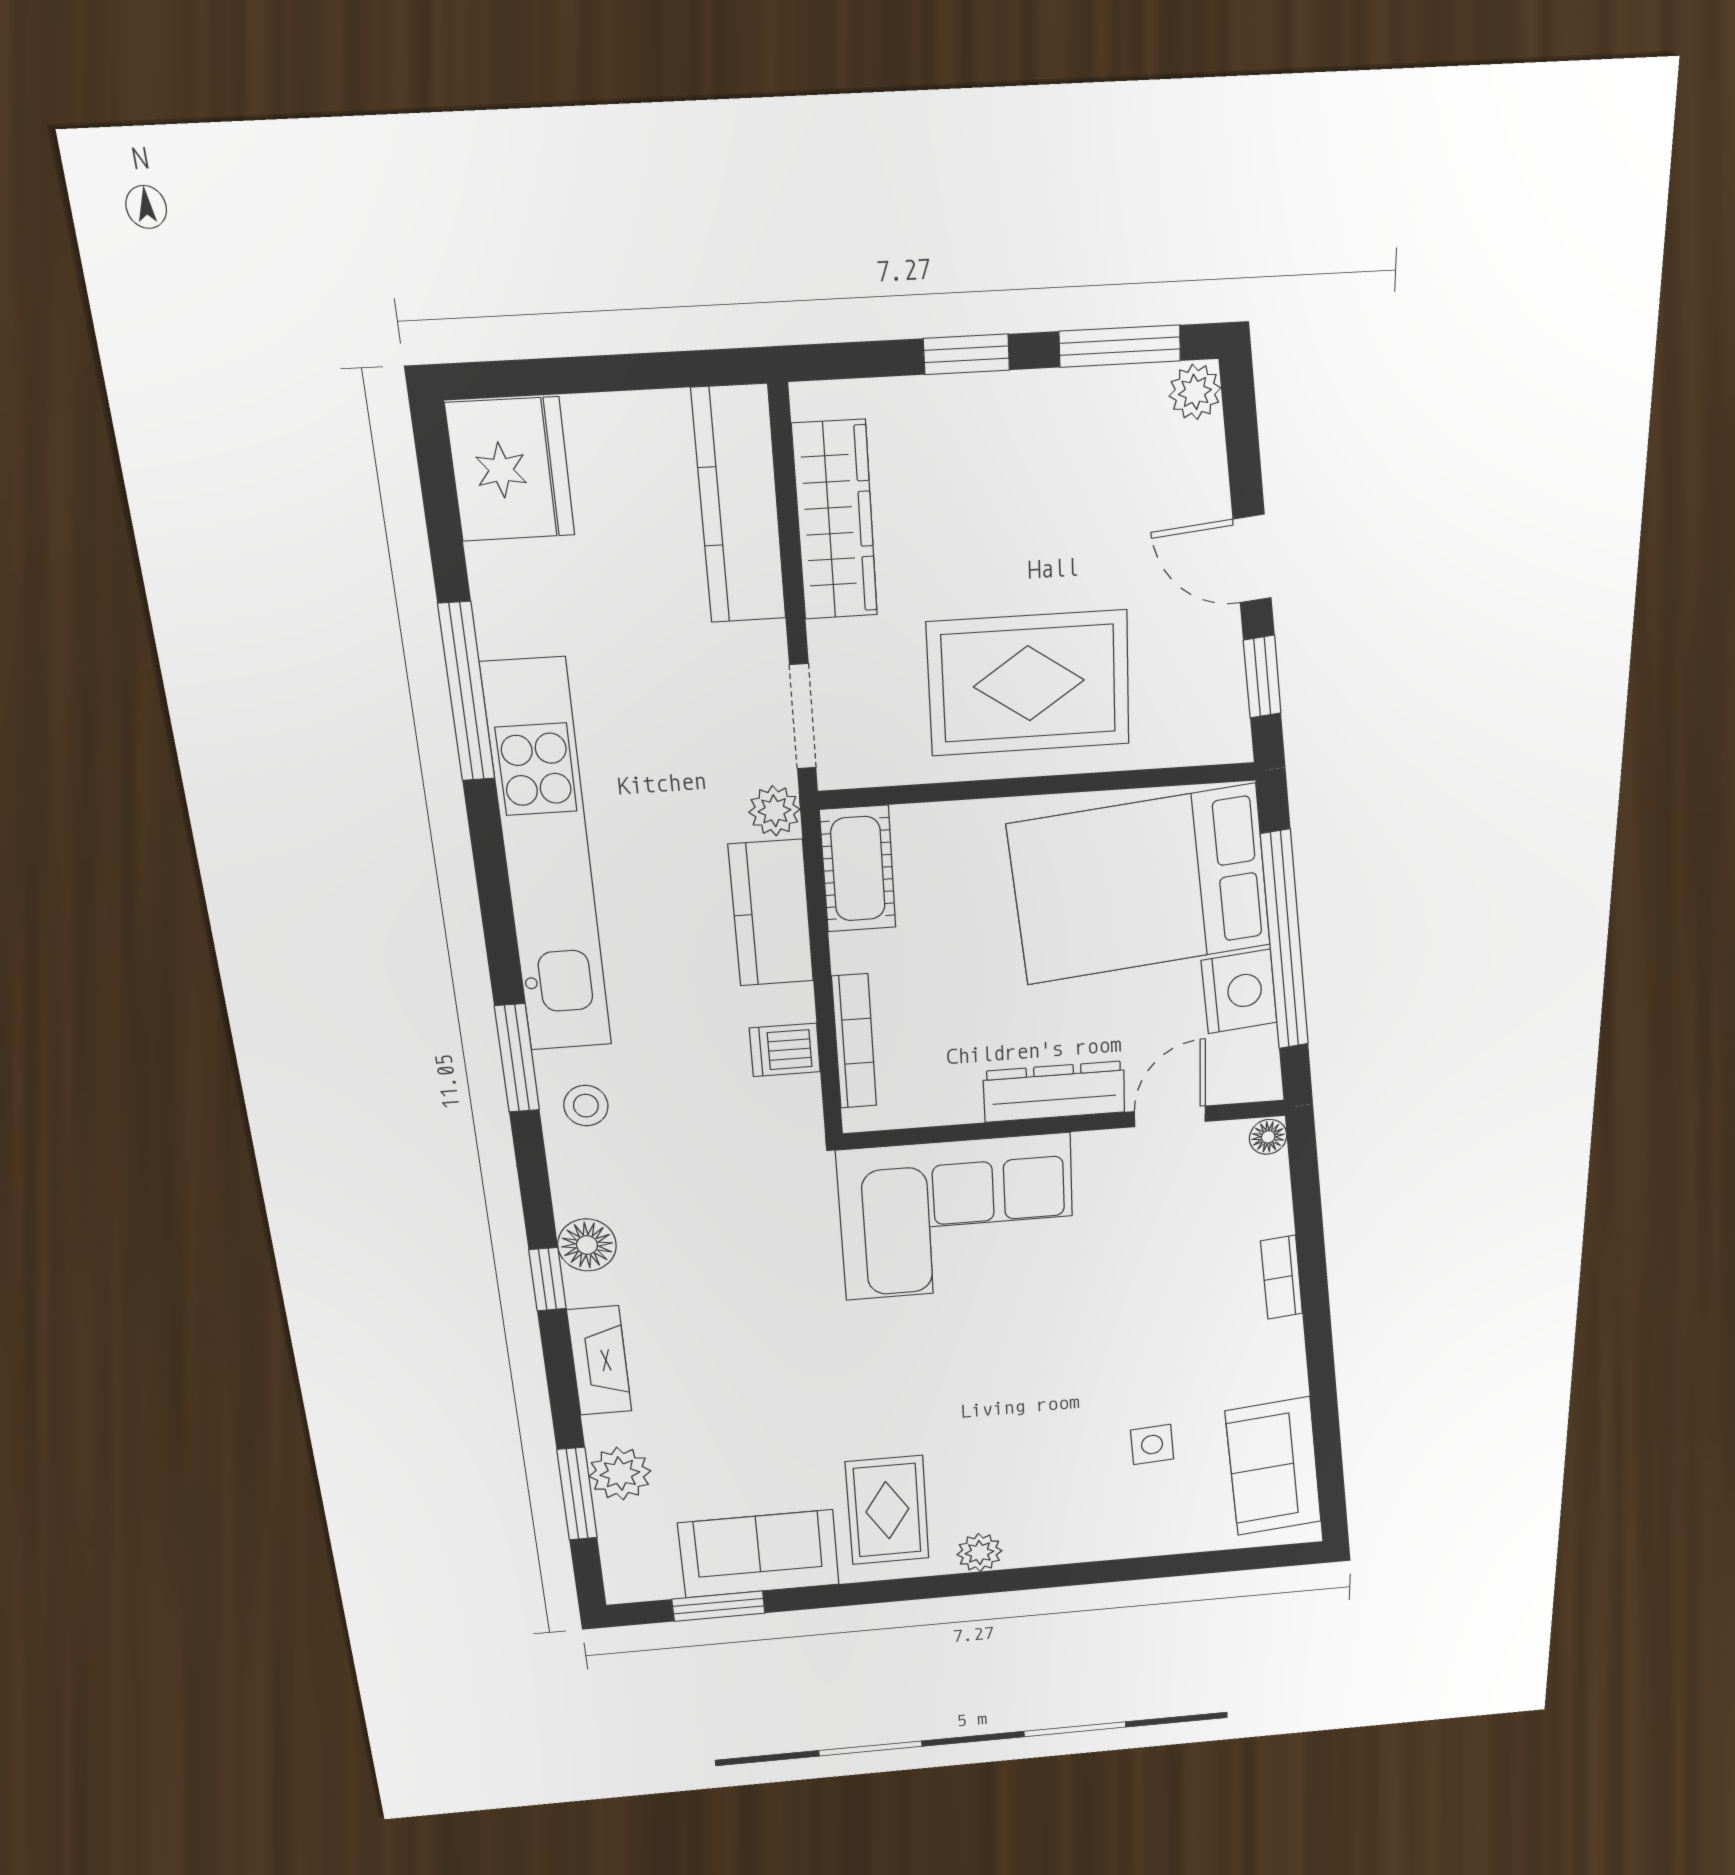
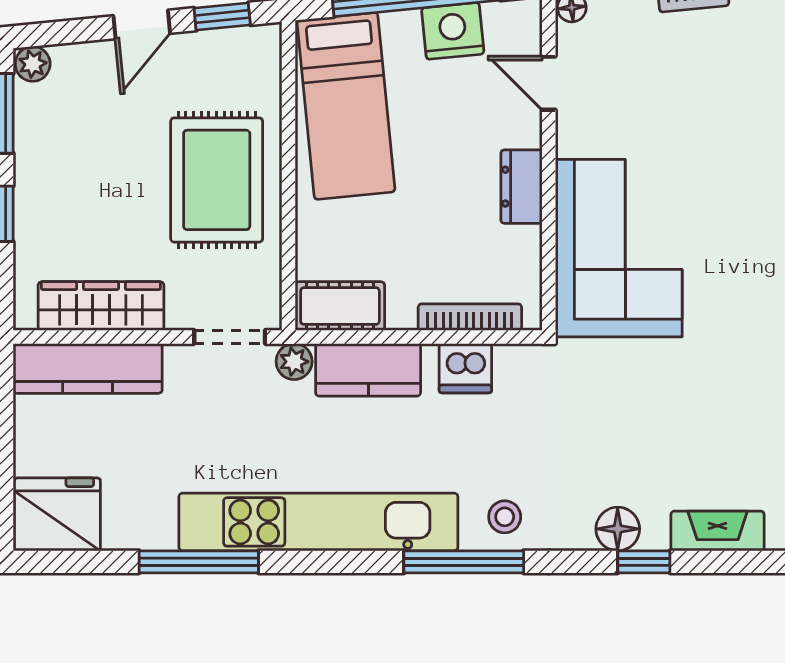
bed: (1140, 885) -> (346, 106), width x0.67
dishwasher: (785, 1050) -> (465, 368), width x1.38
window: (517, 1058) -> (464, 562), width x1.44
dresser: (1054, 1092) -> (521, 187), width x0.70

